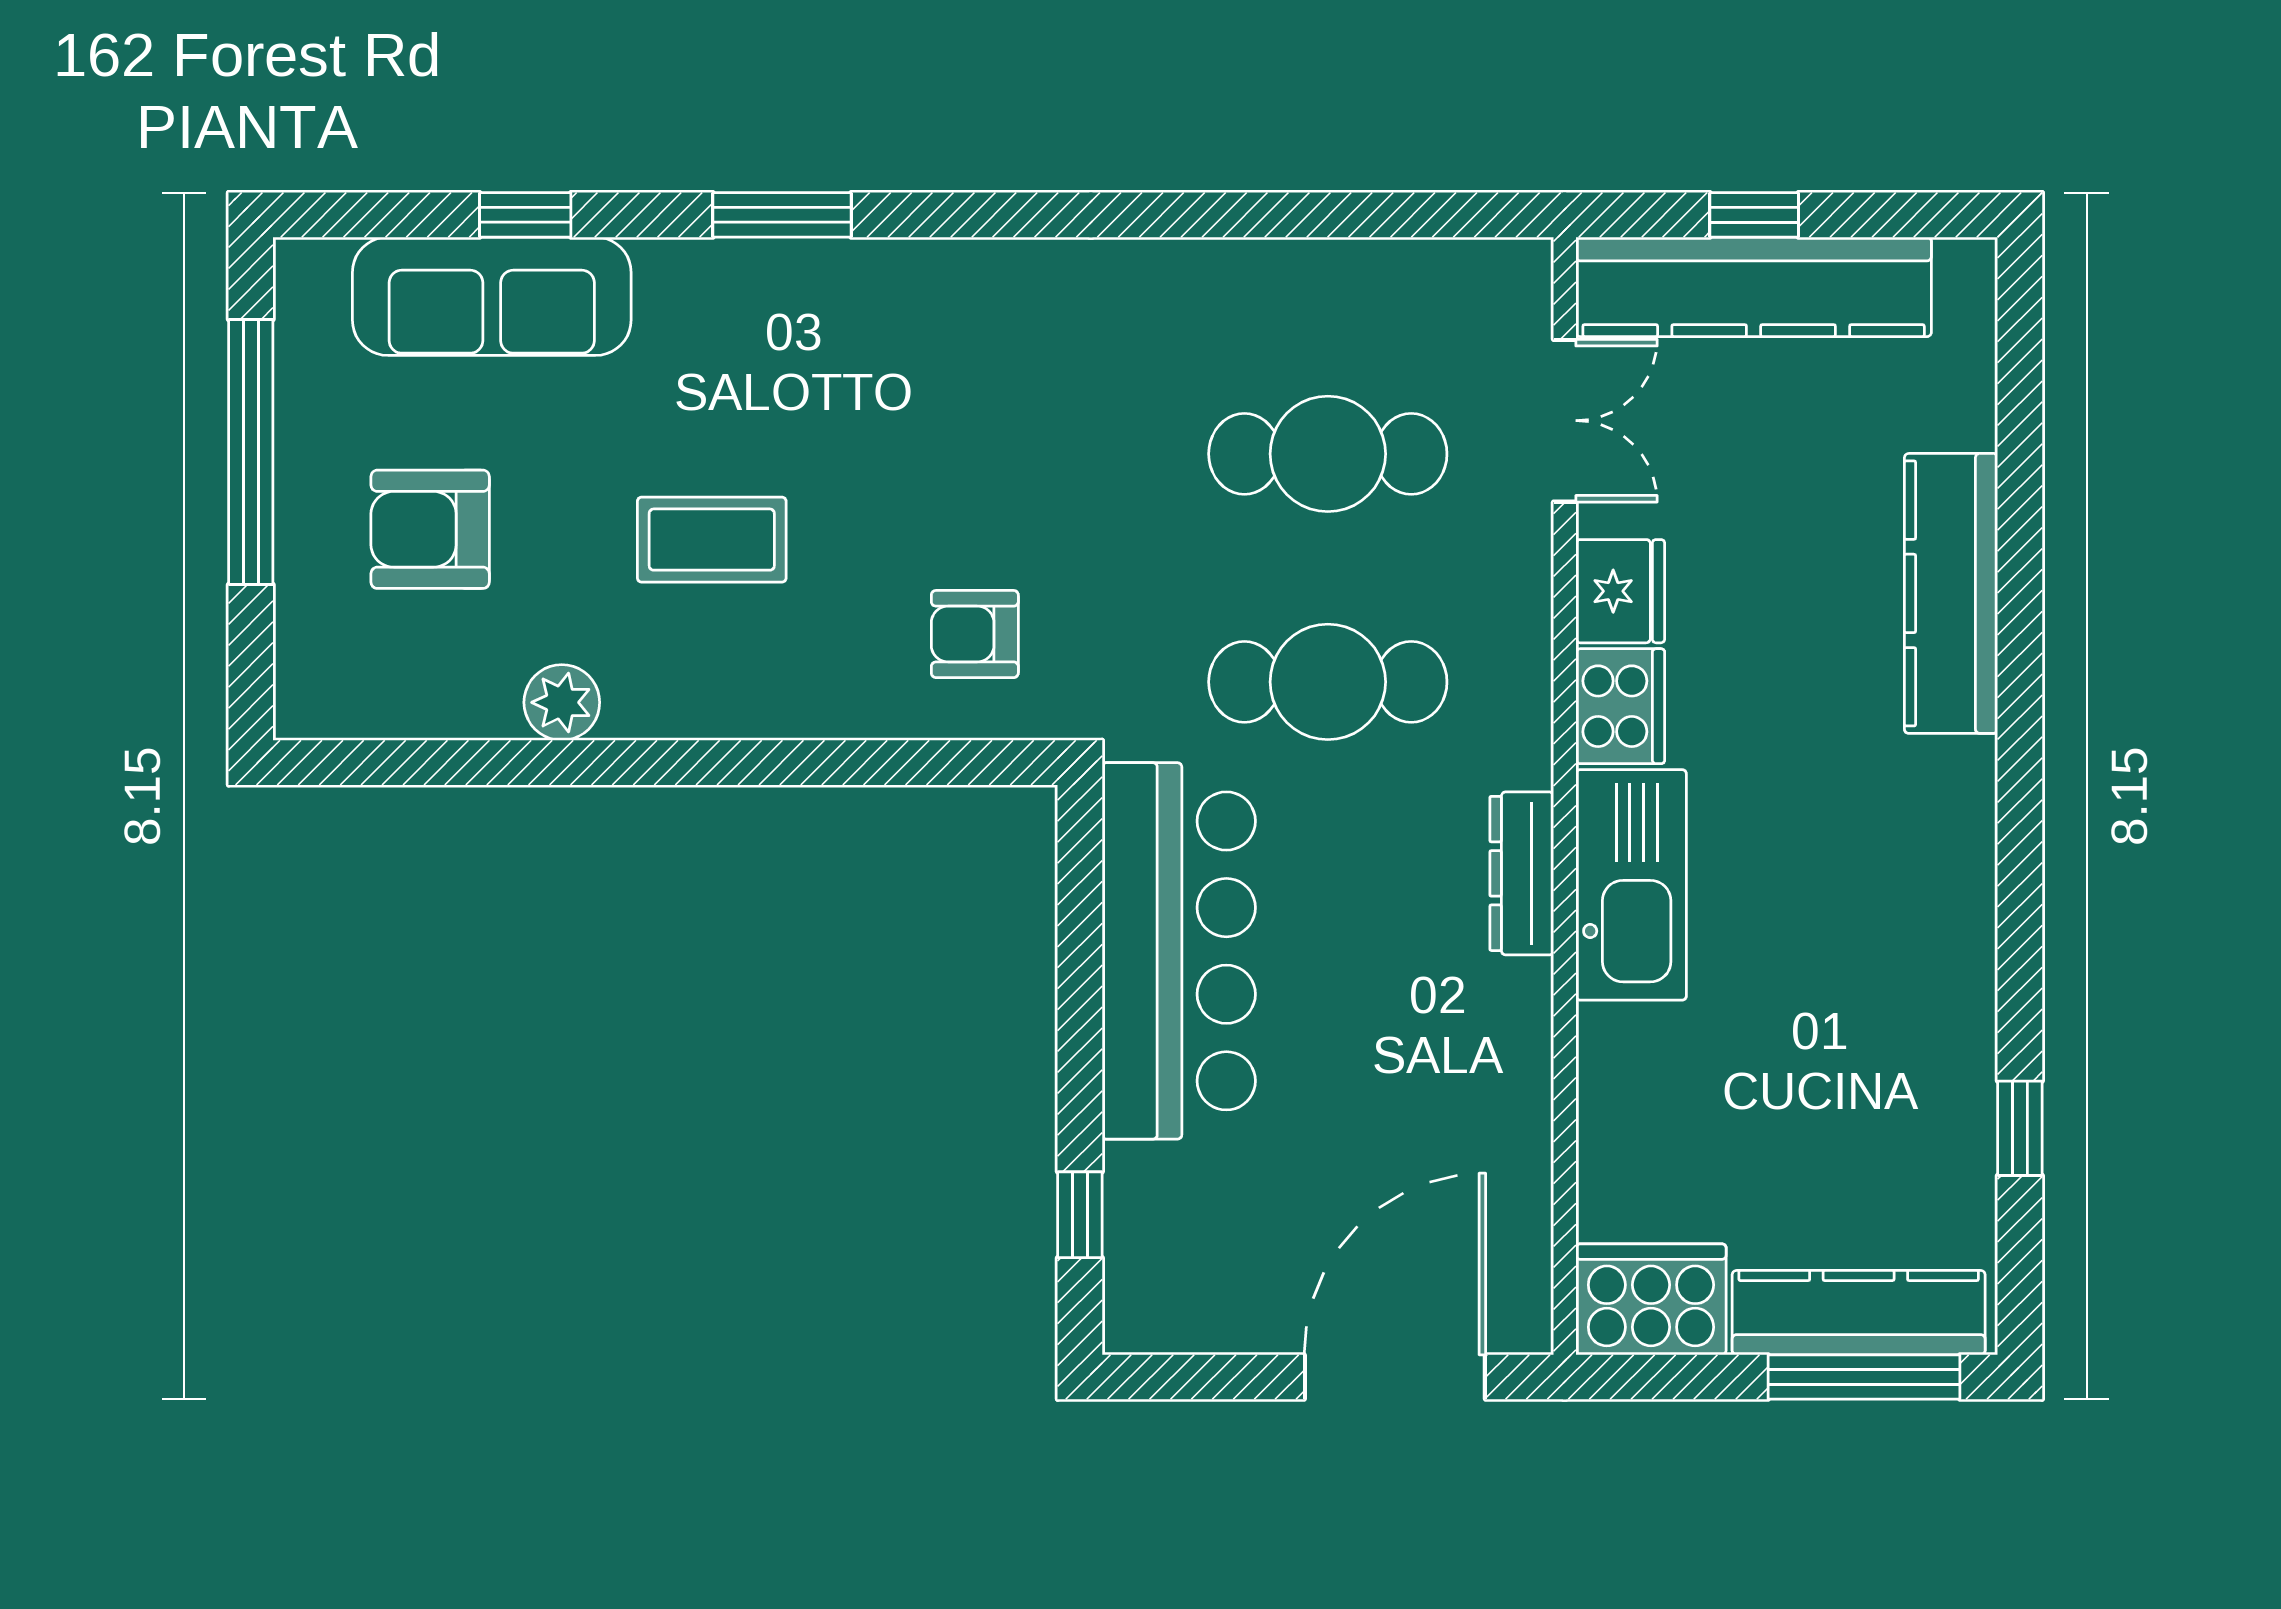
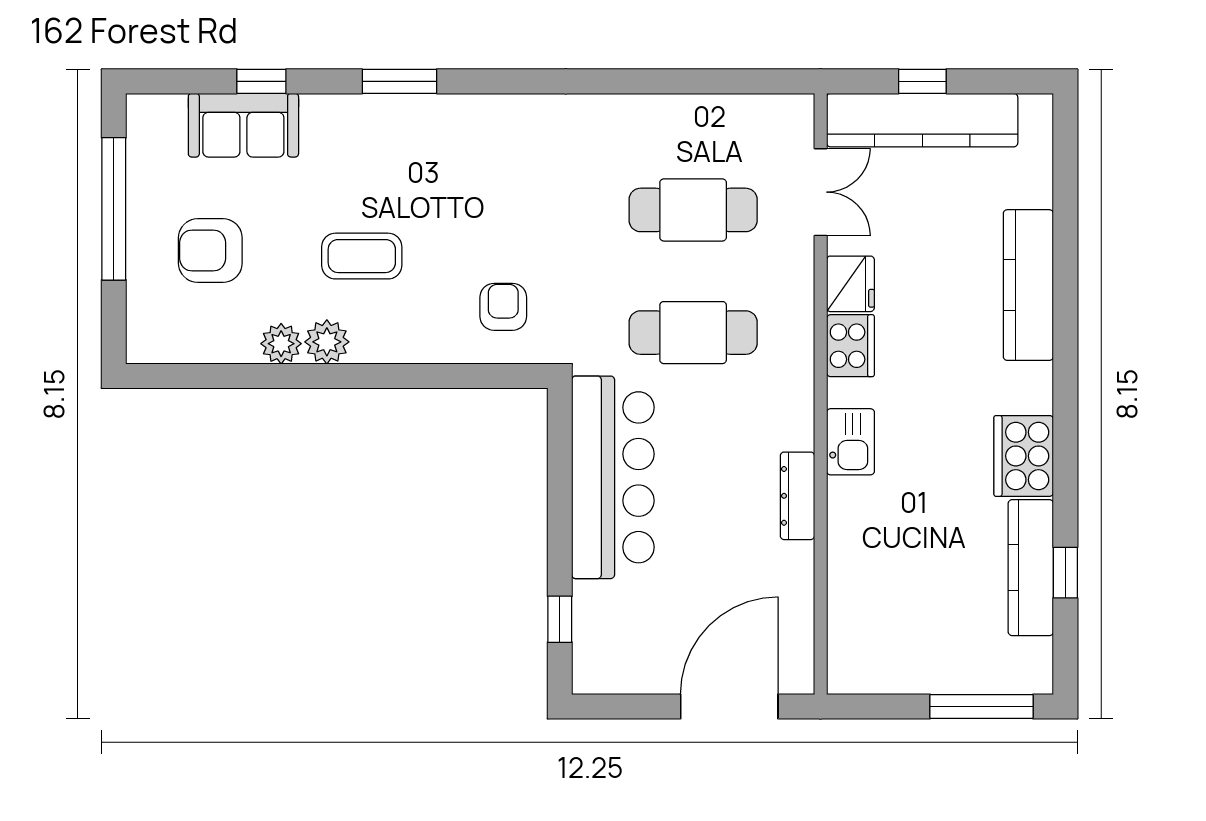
sofa: (492, 296) -> (243, 125), width x0.73
armchair: (975, 634) -> (503, 307), turned 90
plant: (647, 699) -> (327, 342), added
dresser: (1522, 873) -> (797, 496), moved
kitchen sink: (1631, 885) -> (850, 442), width x0.53, depth x0.81
cooker: (1651, 1299) -> (1024, 456), moved, turned -90
kitchen counter: (1859, 1313) -> (1031, 568), moved, turned -90

